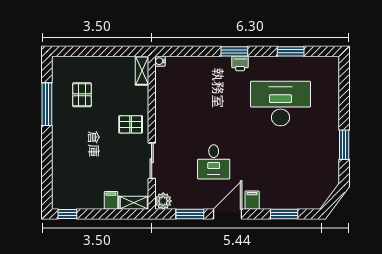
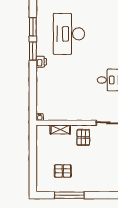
window: (234, 51) -> (33, 51), moved
shelving: (142, 71) -> (60, 130), moved

